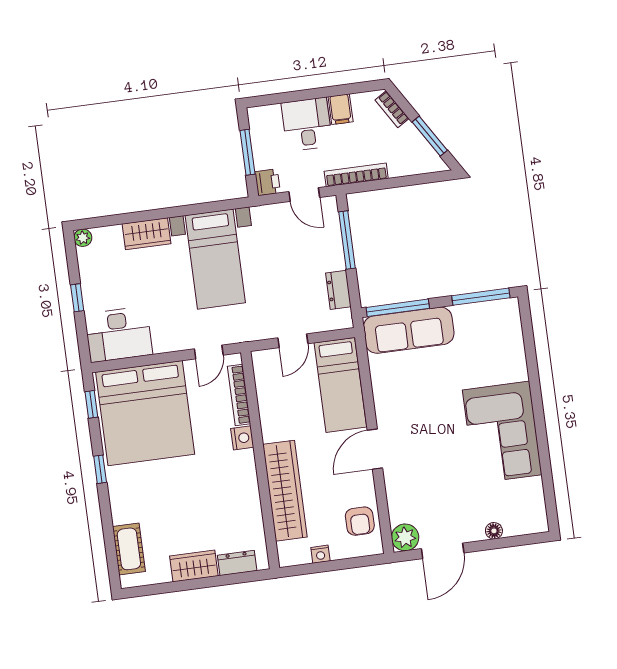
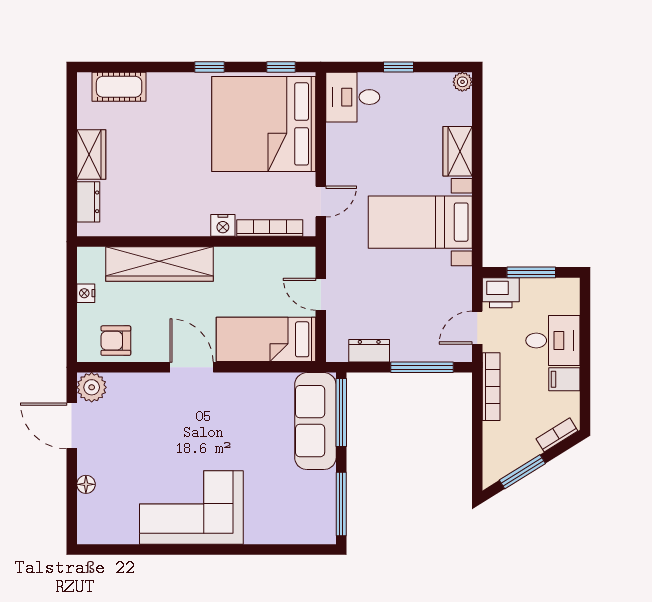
printer: (268, 182) -> (501, 293), width x1.36, depth x1.24
desk: (118, 334) -> (353, 97), width x0.73
door: (209, 352) -> (321, 201), swing flipped

